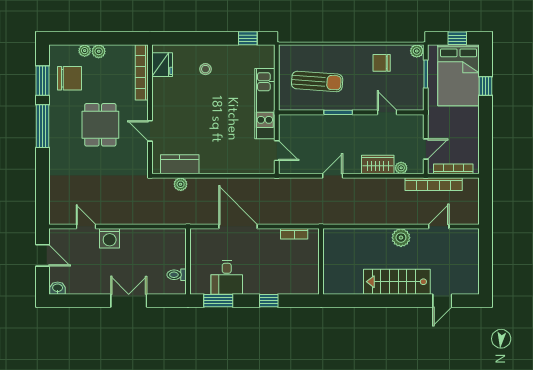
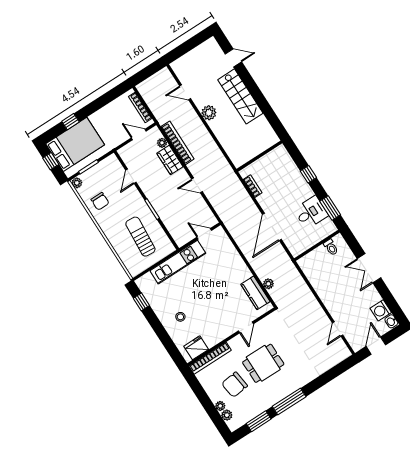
plant: (99, 51) -> (227, 415), moved
chair: (70, 78) -> (235, 385), moved, turned -97
door: (277, 151) -> (204, 234), hinge flipped
bookcase: (434, 184) -> (178, 143), moved
washing machine: (110, 238) -> (381, 310), moved, turned 180

